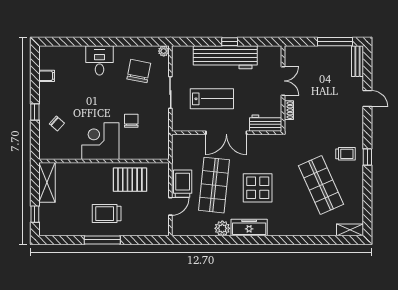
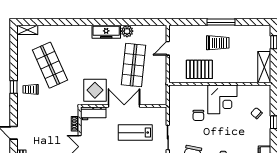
trolley: (183, 184) -> (158, 66), removed
display table: (258, 188) -> (95, 90), moved

